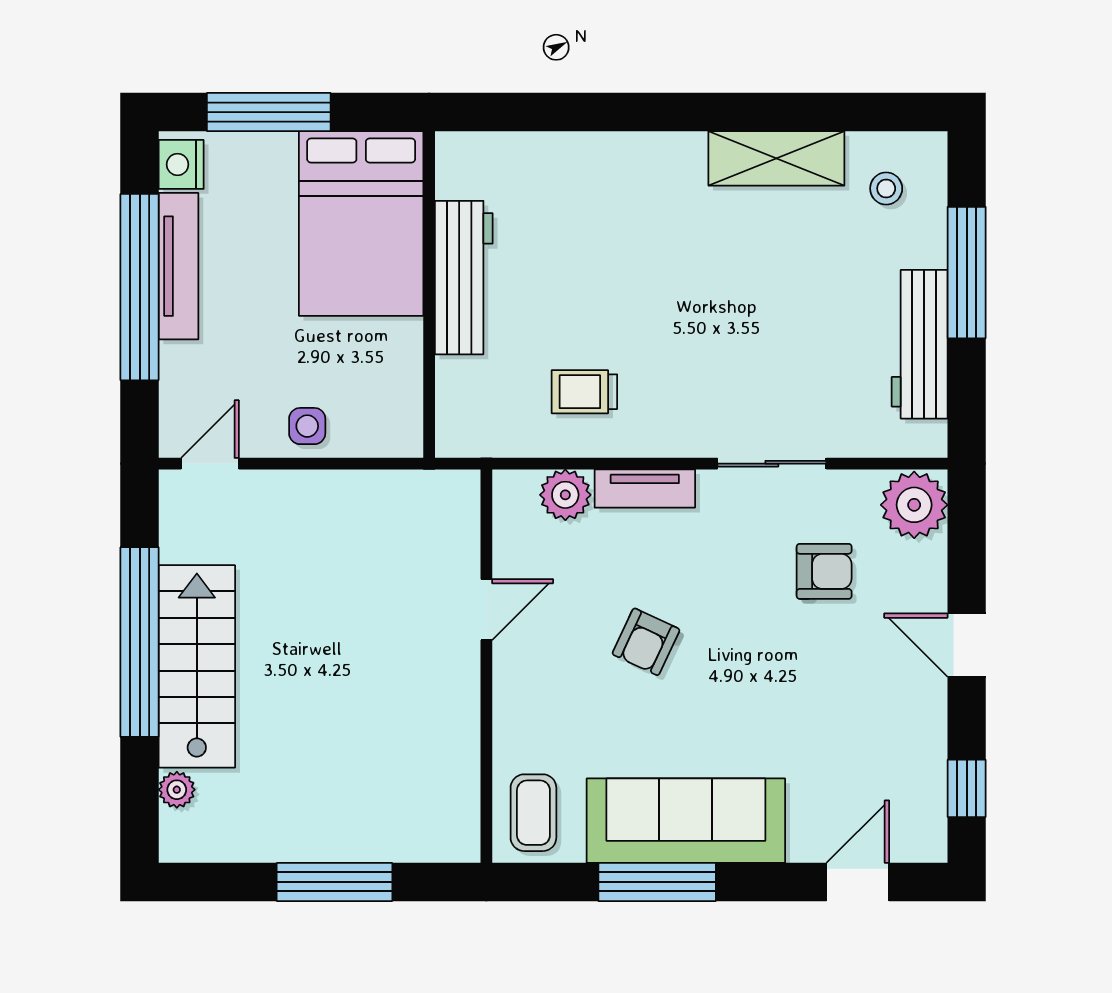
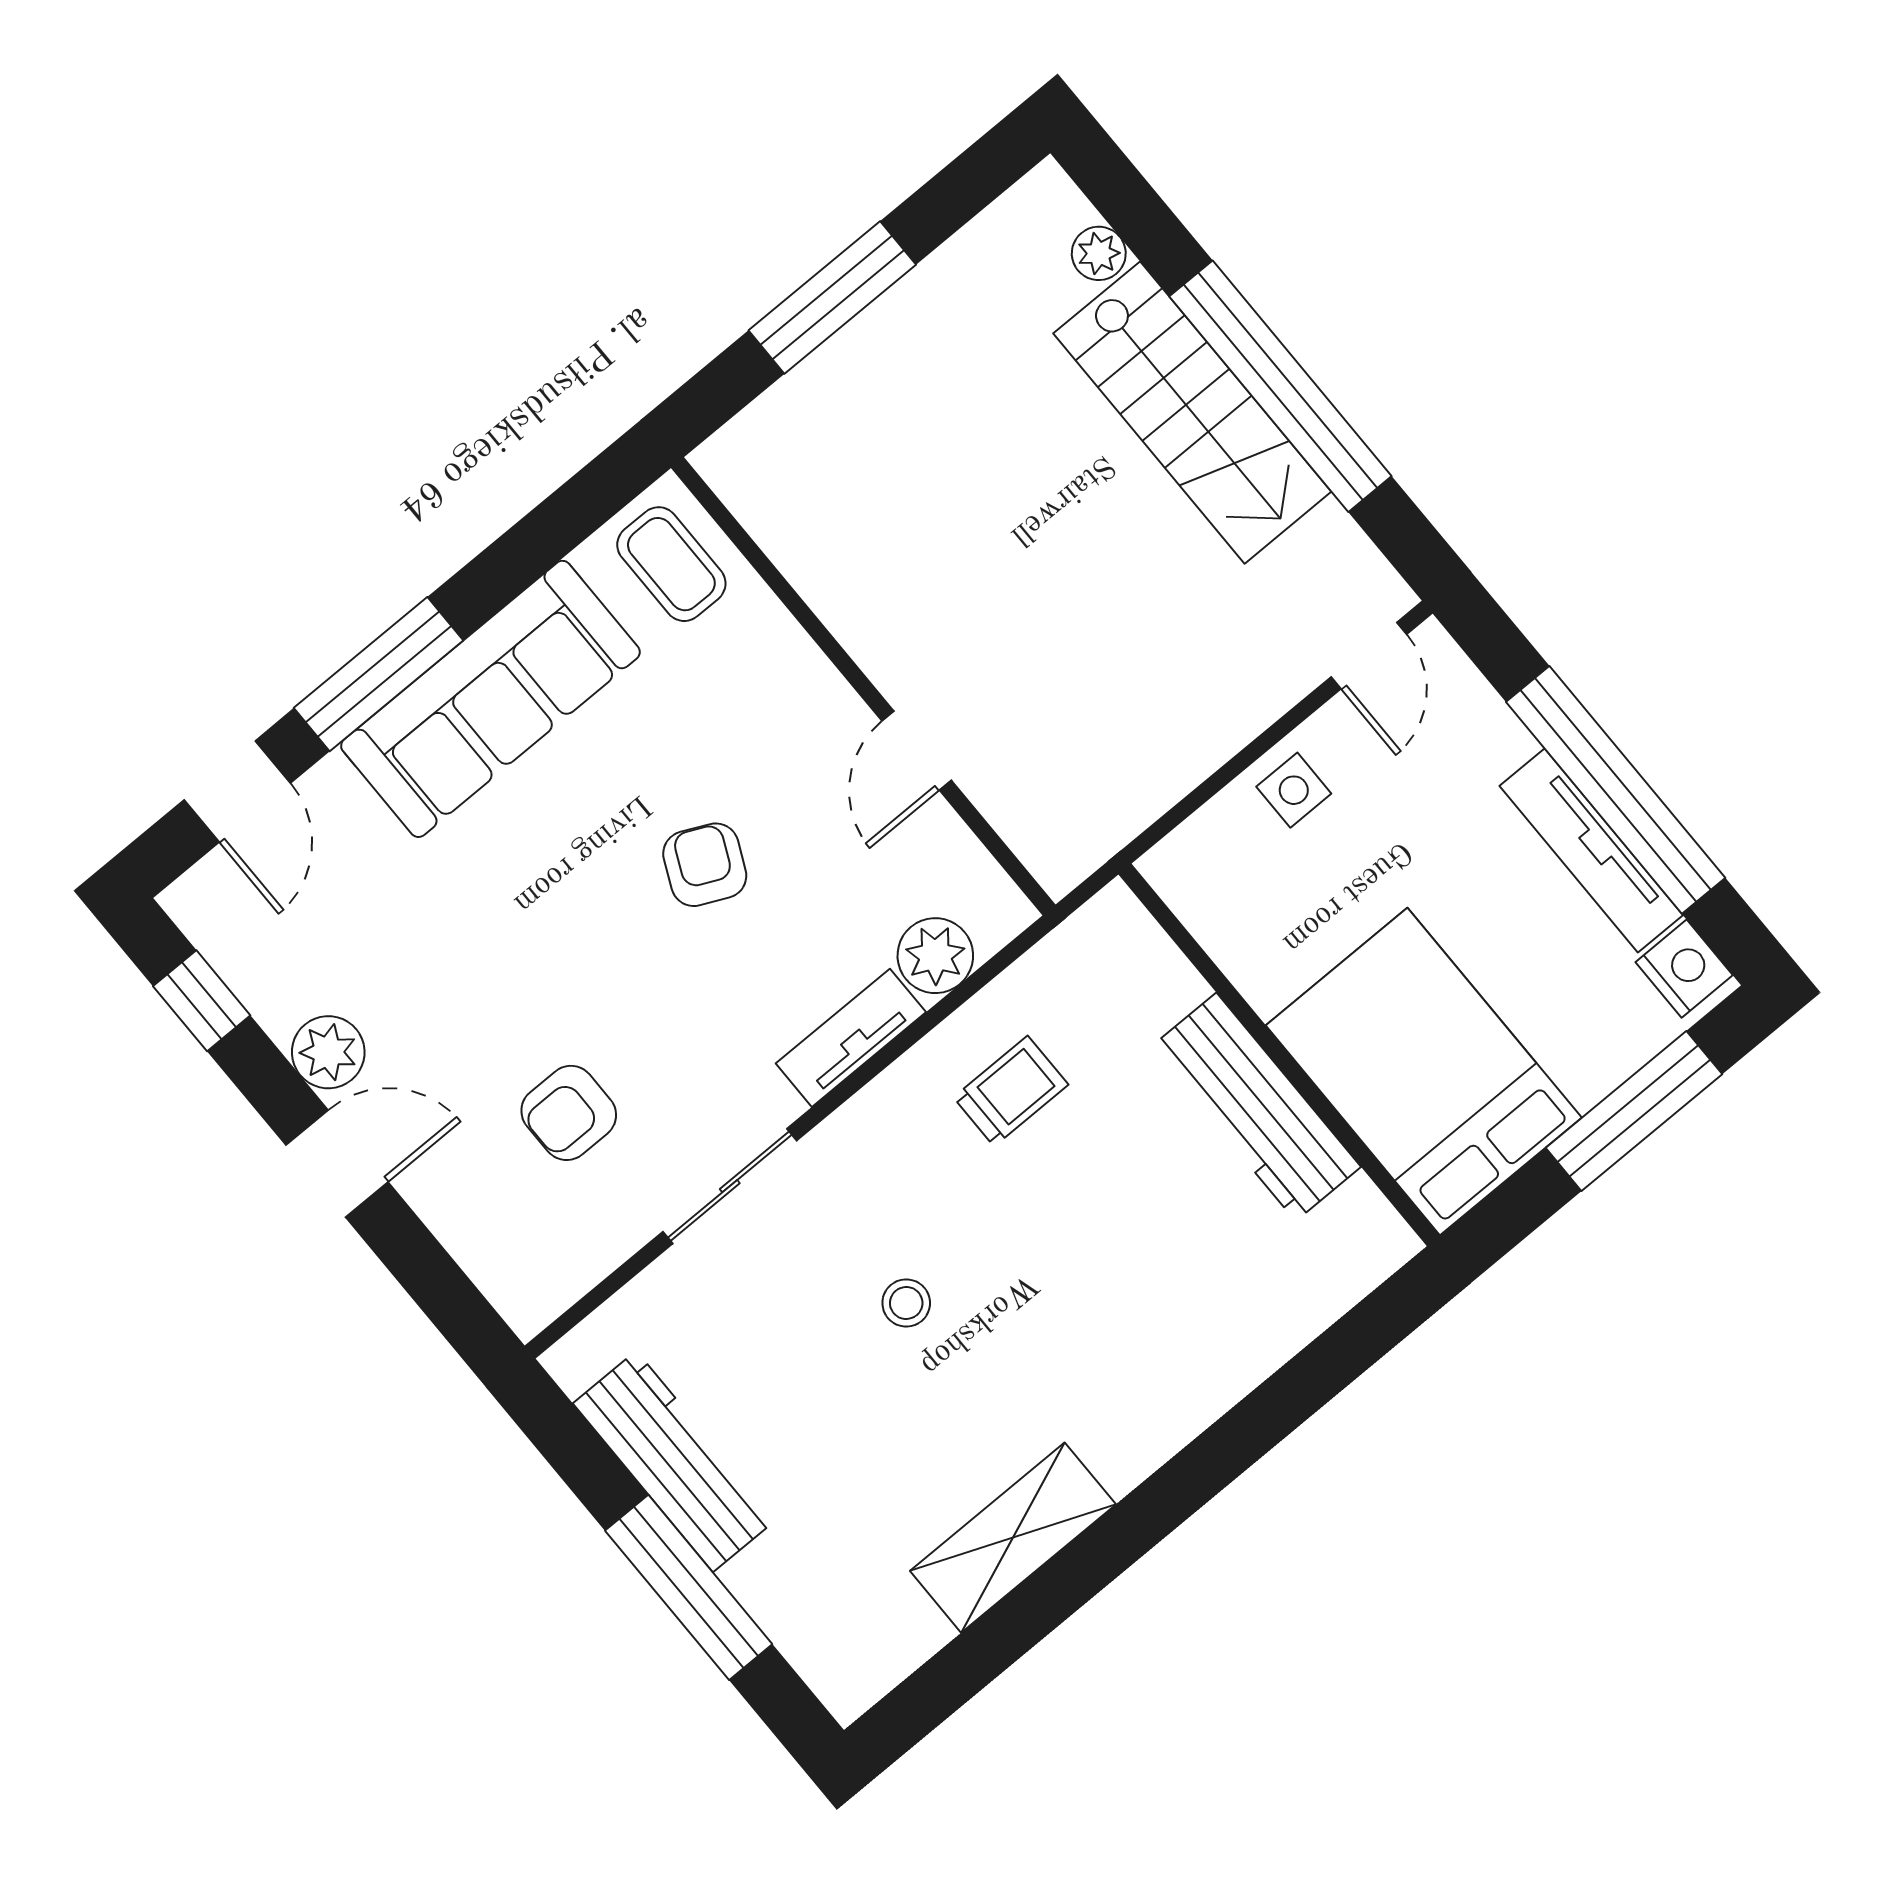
stool: (886, 188) -> (906, 1303), moved
plant: (914, 505) -> (328, 1052), moved, width x0.73, depth x0.73
window: (657, 882) -> (378, 674), moved

